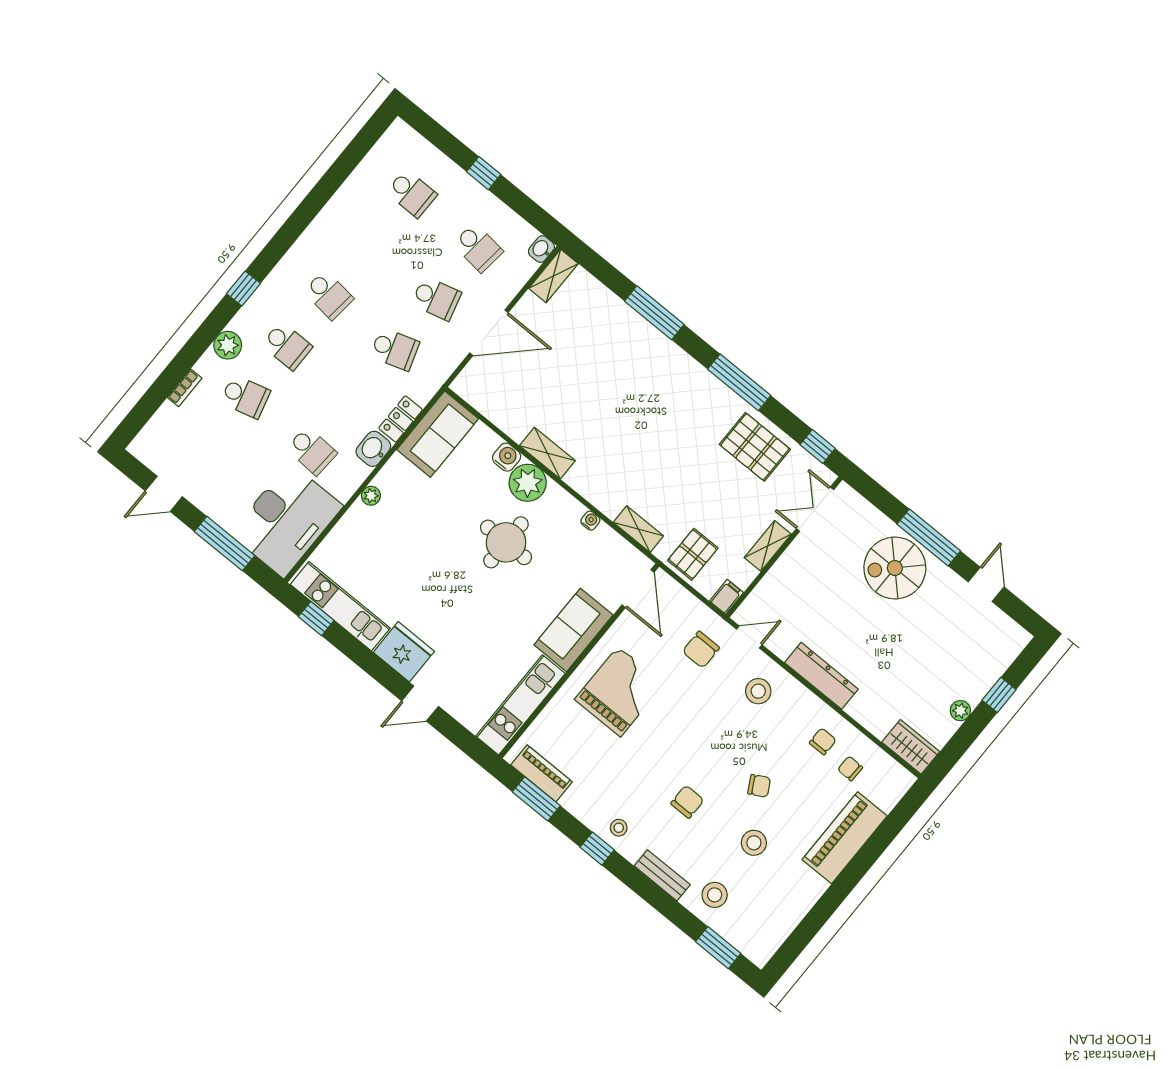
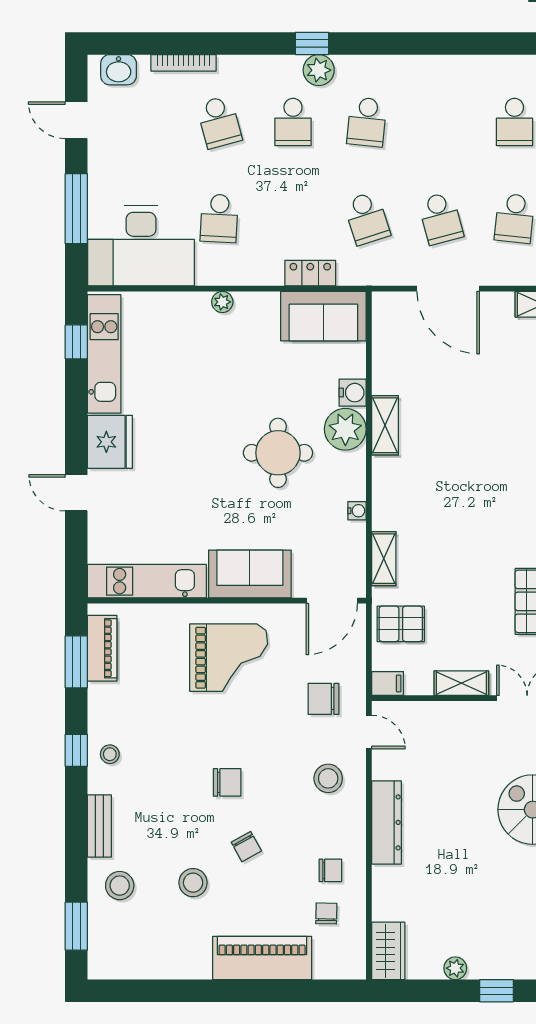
plant: (228, 345) -> (319, 70), moved
bookcase: (185, 388) -> (183, 63), width x1.56
washbasin: (373, 449) -> (119, 70), moved, turned 180
chair: (687, 802) -> (227, 782), moved

